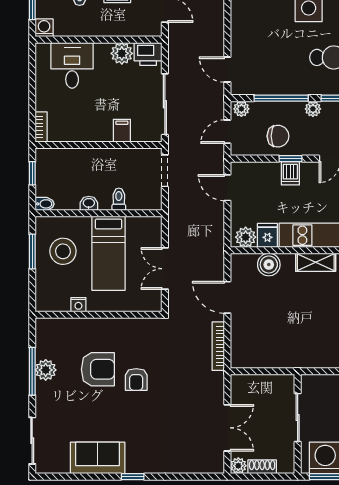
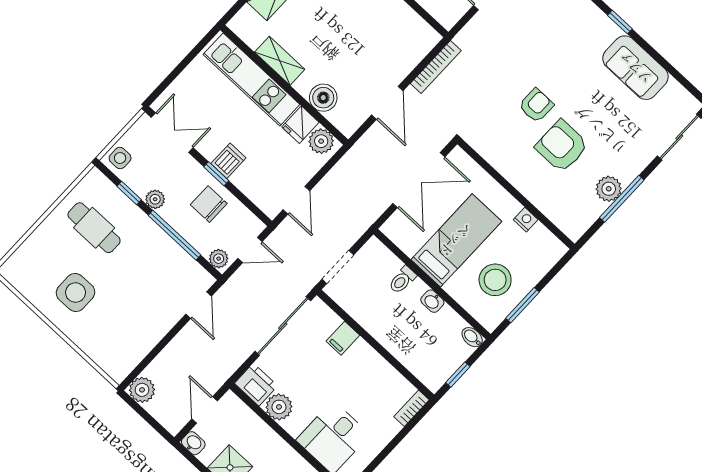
double door: (165, 269) -> (419, 180), width x1.37

